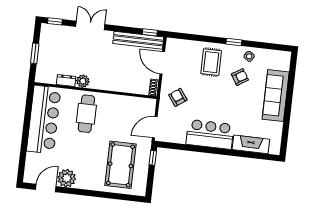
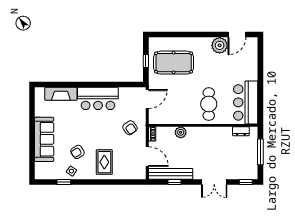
window: (150, 32) -> (174, 182), moved
window: (234, 42) -> (64, 182), moved
window: (35, 53) -> (260, 152), width x1.44
dresser: (66, 80) -> (241, 131), moved
plant: (83, 81) -> (181, 132), moved
bar counter: (44, 120) -> (246, 102), width x0.73
window: (153, 158) -> (146, 61), moved
pool table: (120, 165) -> (174, 63), turned 90

